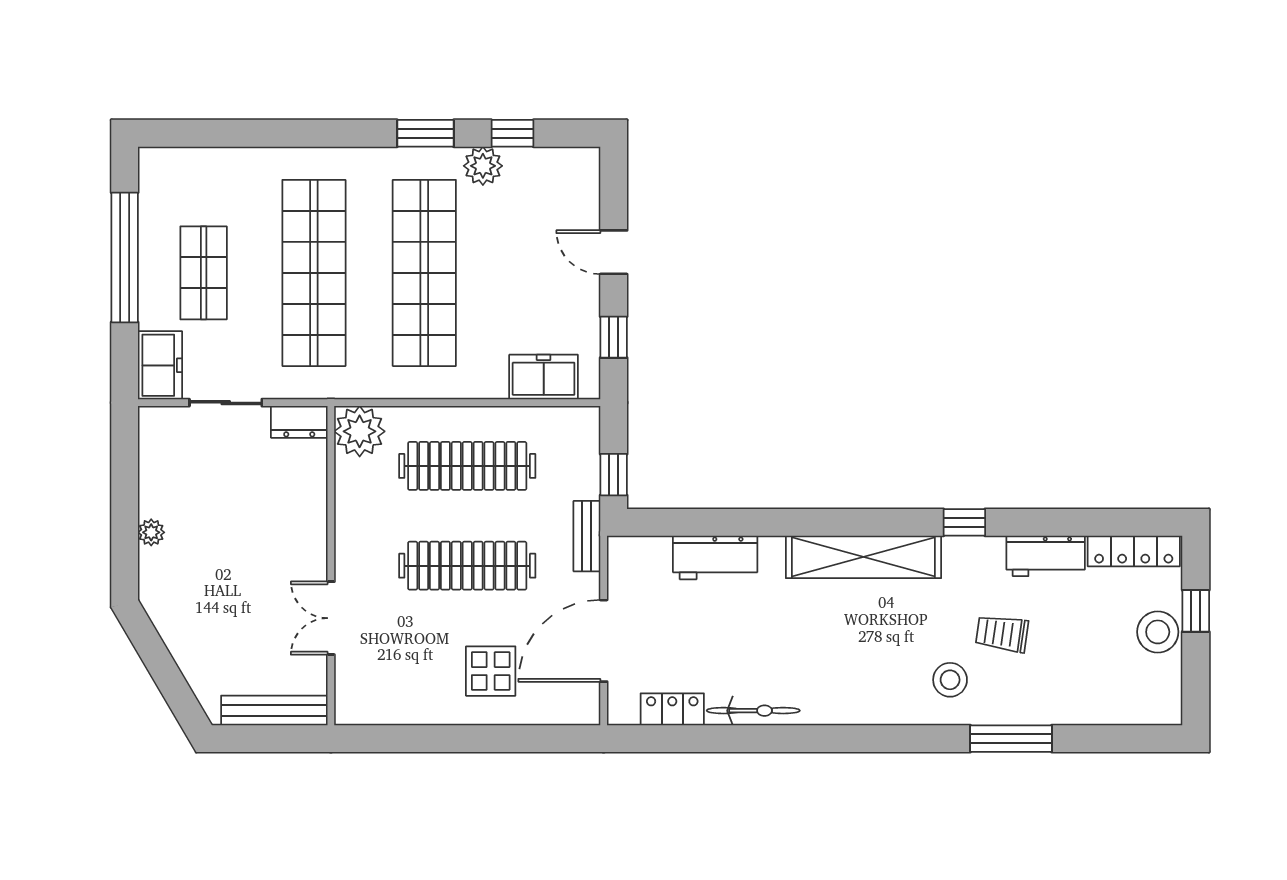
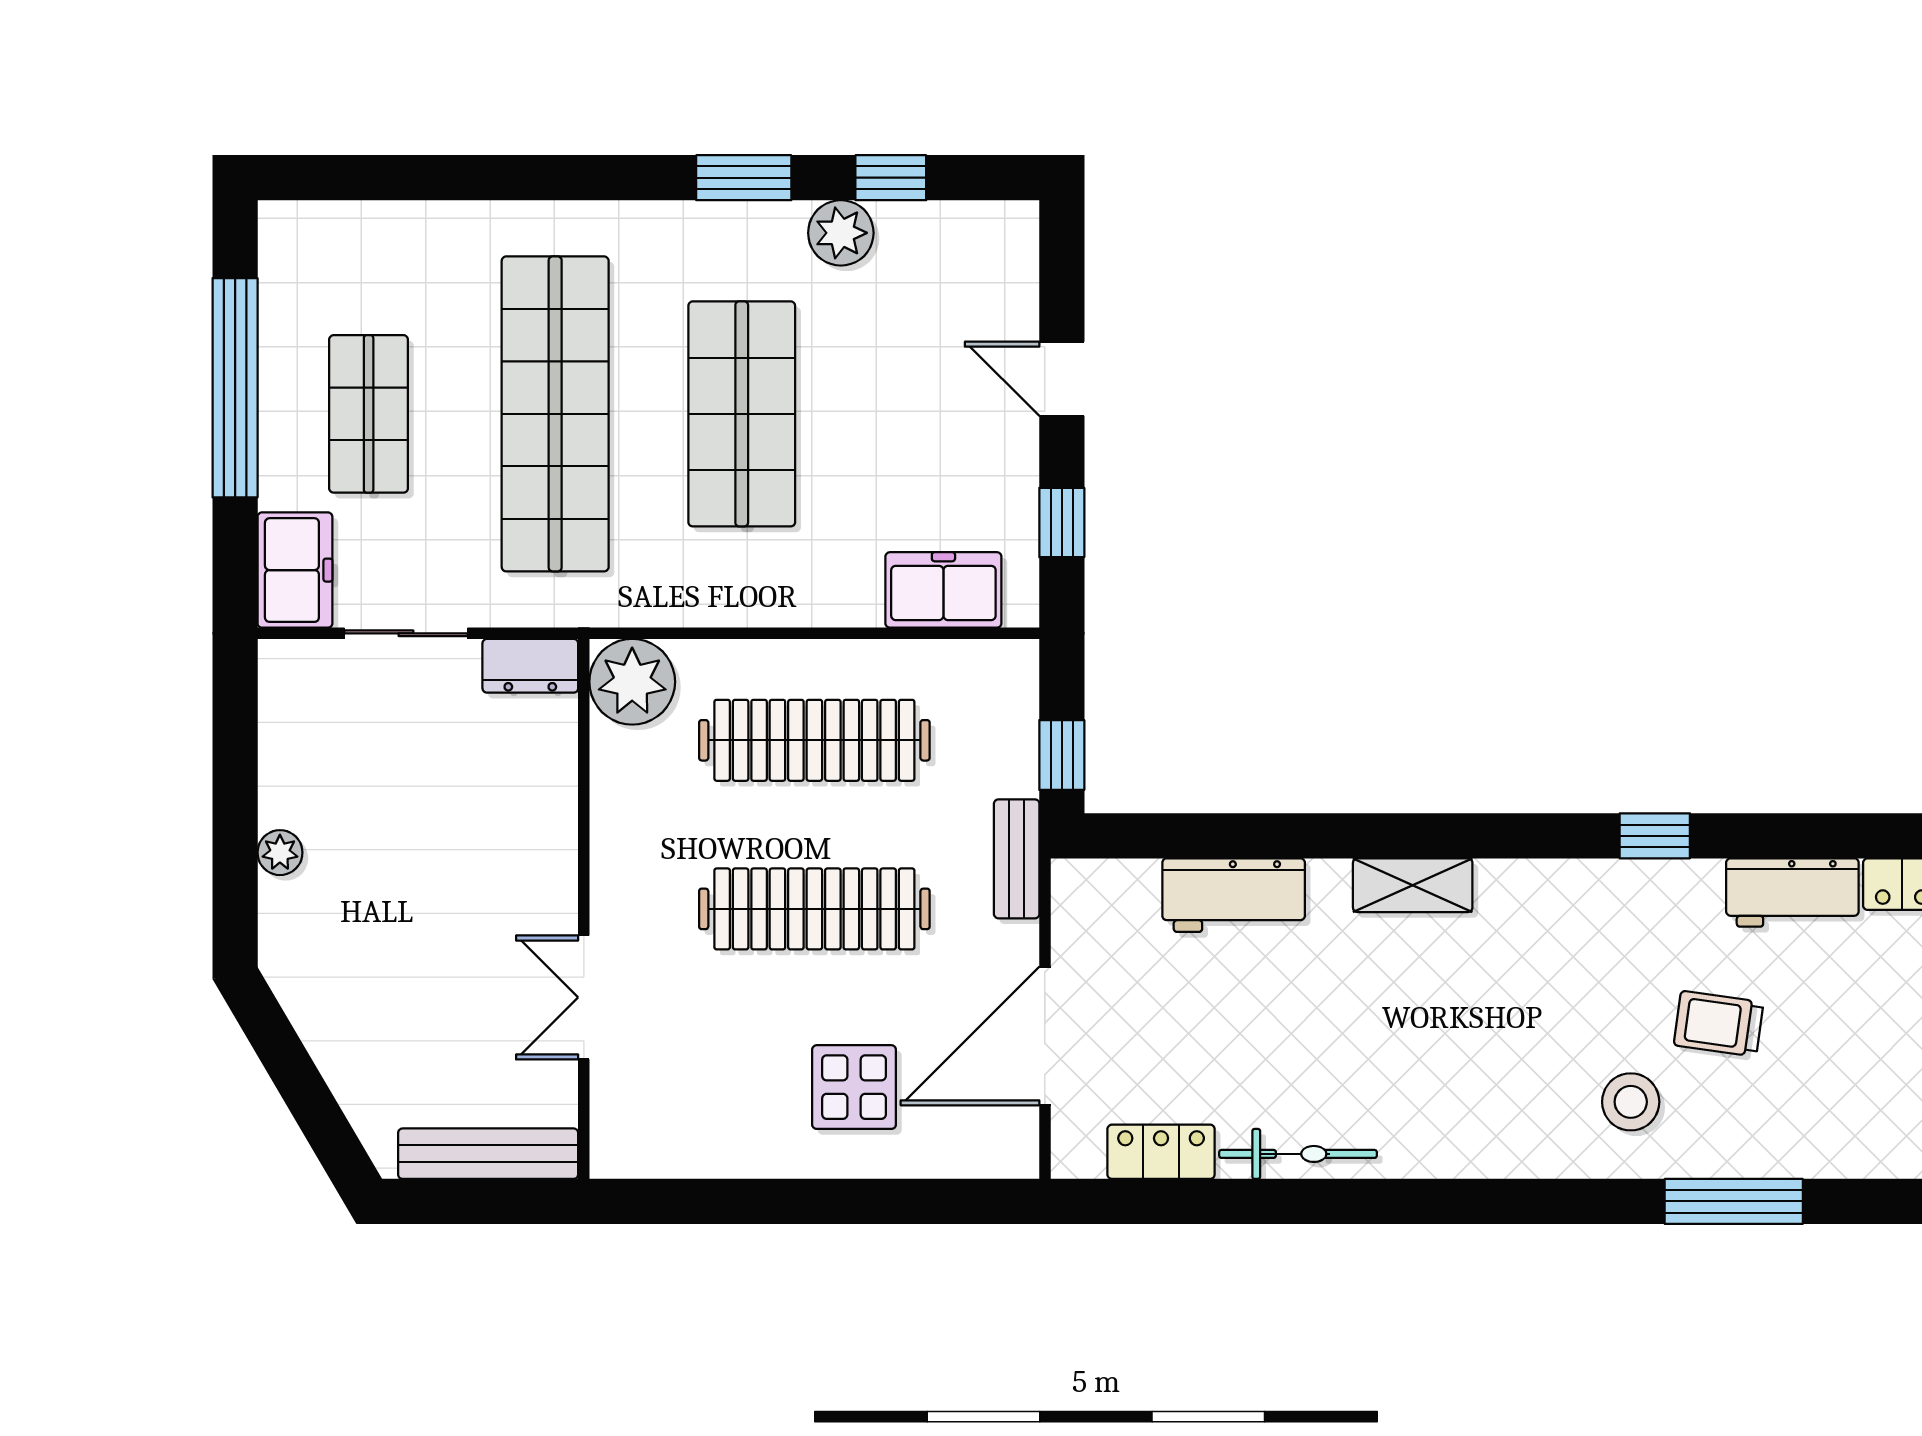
shop shelf: (424, 273) -> (742, 414), width x0.71
shelving: (863, 557) -> (1413, 885), width x0.45, depth x0.75

